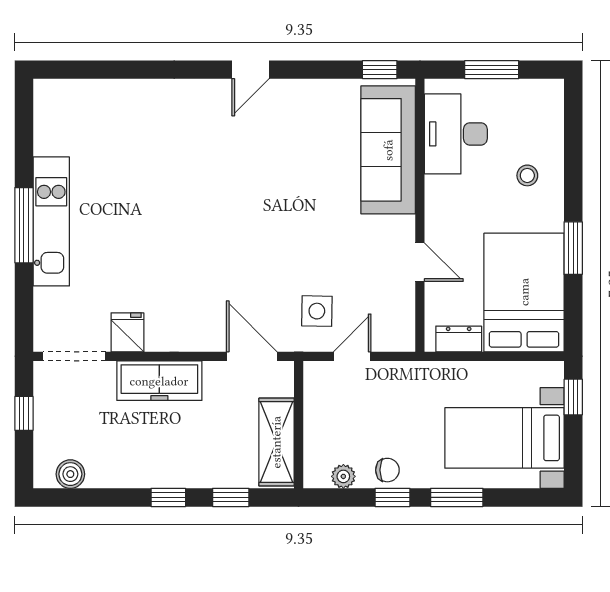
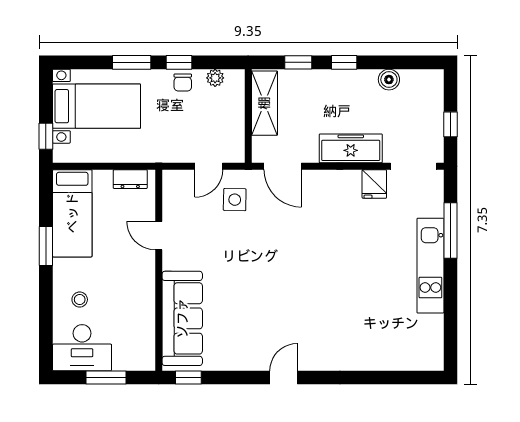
desk: (456, 134) -> (82, 348), moved, turned 90
window: (24, 225) -> (451, 230), moved
bed: (524, 292) -> (72, 213), width x0.67
chair: (387, 470) -> (183, 82), turned -90
boiler: (70, 474) -> (389, 80), moved

